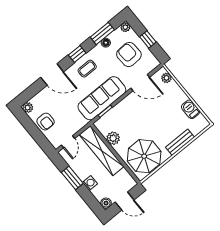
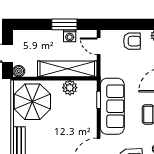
armchair: (46, 122) -> (132, 41), turned 180
washing machine: (90, 183) -> (70, 36), moved
boiler: (106, 203) -> (19, 71), moved

